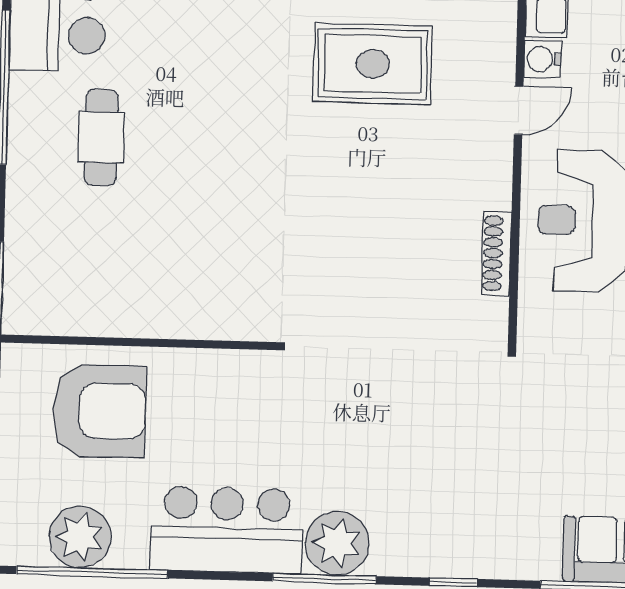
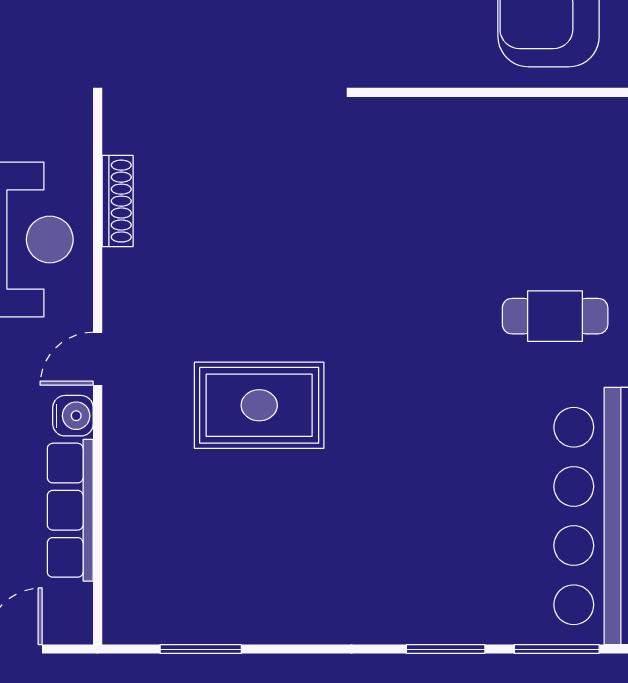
cafe table: (101, 137) -> (555, 316), turned 90

